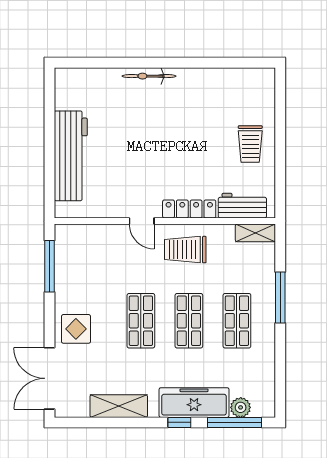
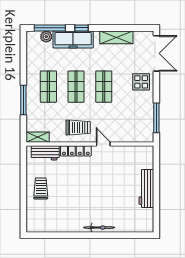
workbench: (71, 156) -> (146, 189), width x0.73, depth x0.76

